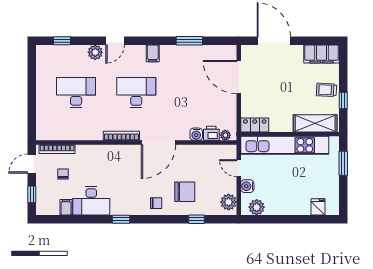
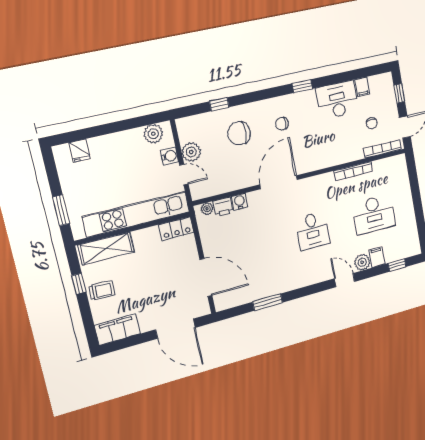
door: (115, 41) -> (344, 280), hinge flipped
filing cabinet: (153, 53) -> (377, 257), moved
desk: (136, 93) -> (313, 231), width x0.73
bookcase: (121, 136) -> (353, 171), moved
plant: (229, 202) -> (191, 152), moved
chair: (156, 203) -> (282, 124), moved

